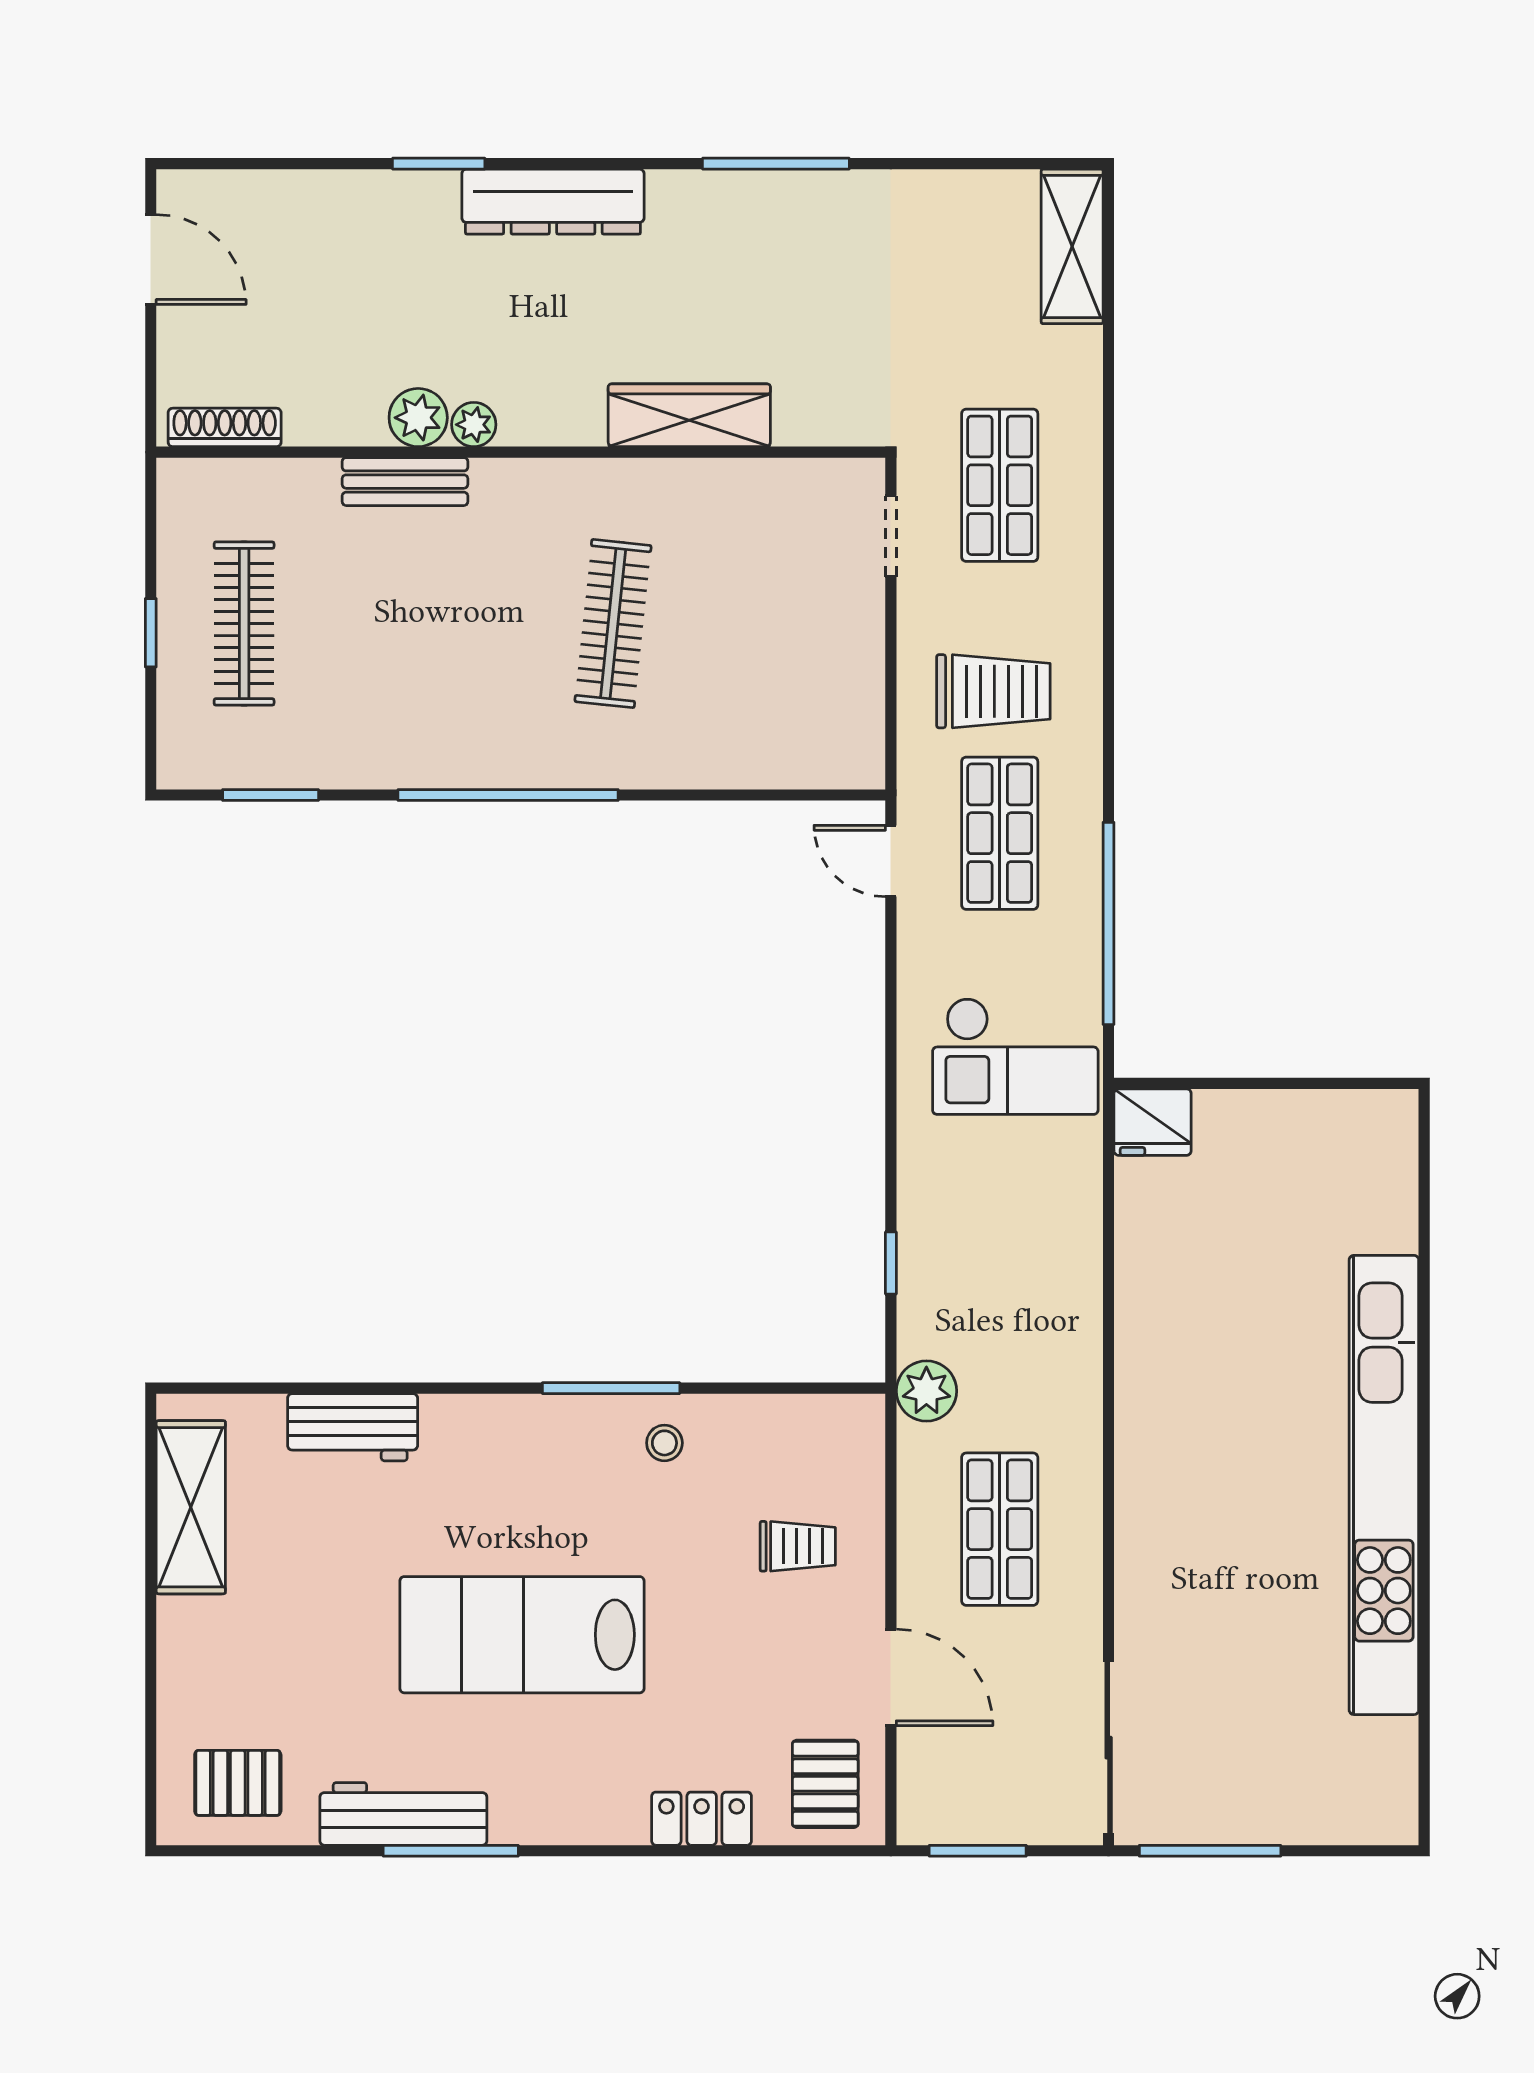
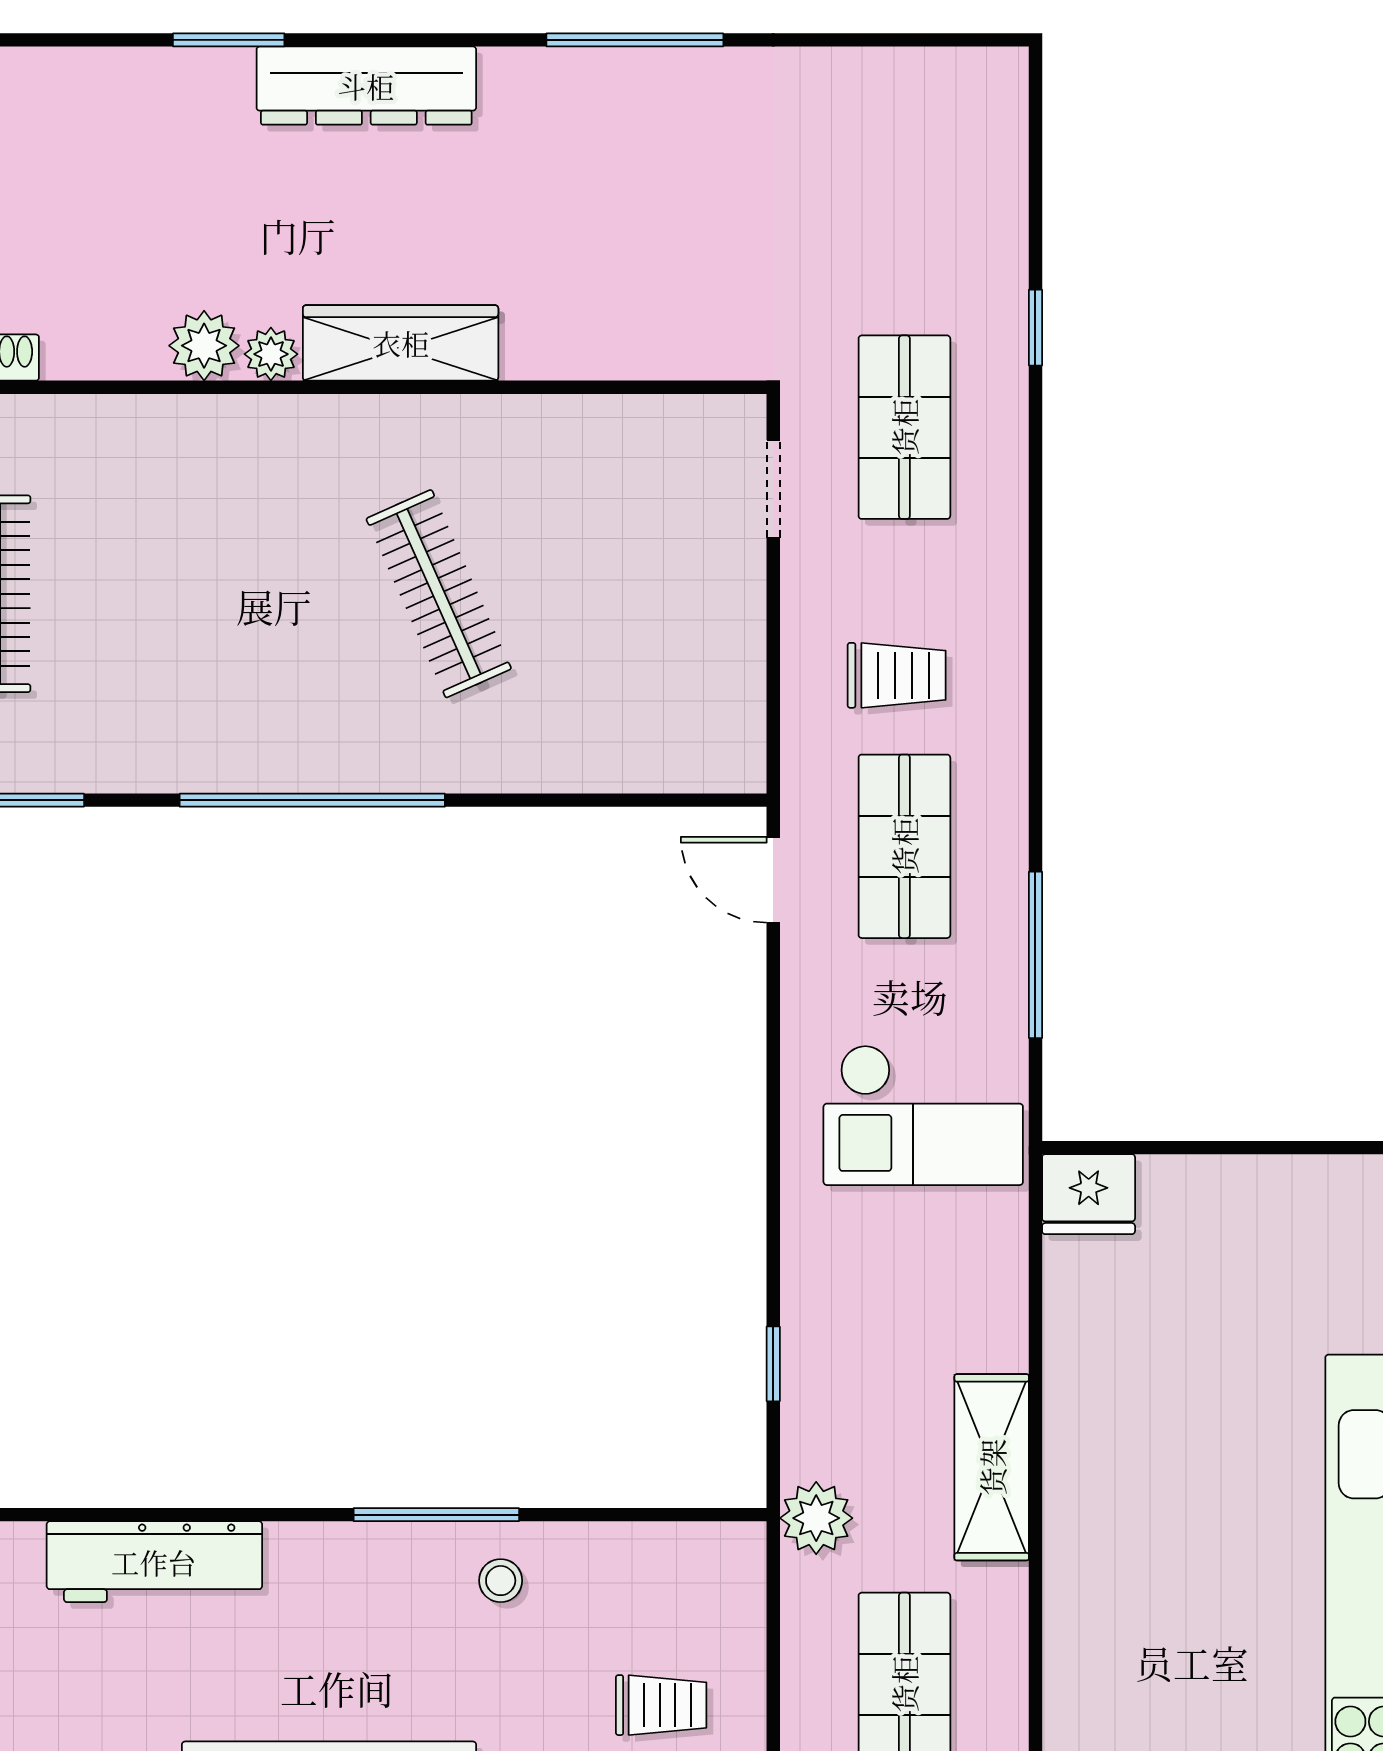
shelving: (1072, 246) -> (992, 1467), moved
window: (1109, 403) -> (1035, 328), added
wardrobe: (689, 415) -> (401, 343), moved
bench: (405, 482) -> (188, 423), removed
clothes rail: (613, 624) -> (439, 594), turned -30
trolley: (993, 691) -> (897, 675), width x0.73, depth x0.72
window: (1109, 923) -> (1035, 955), width x0.68
workbench: (353, 1427) -> (154, 1562), width x1.38

